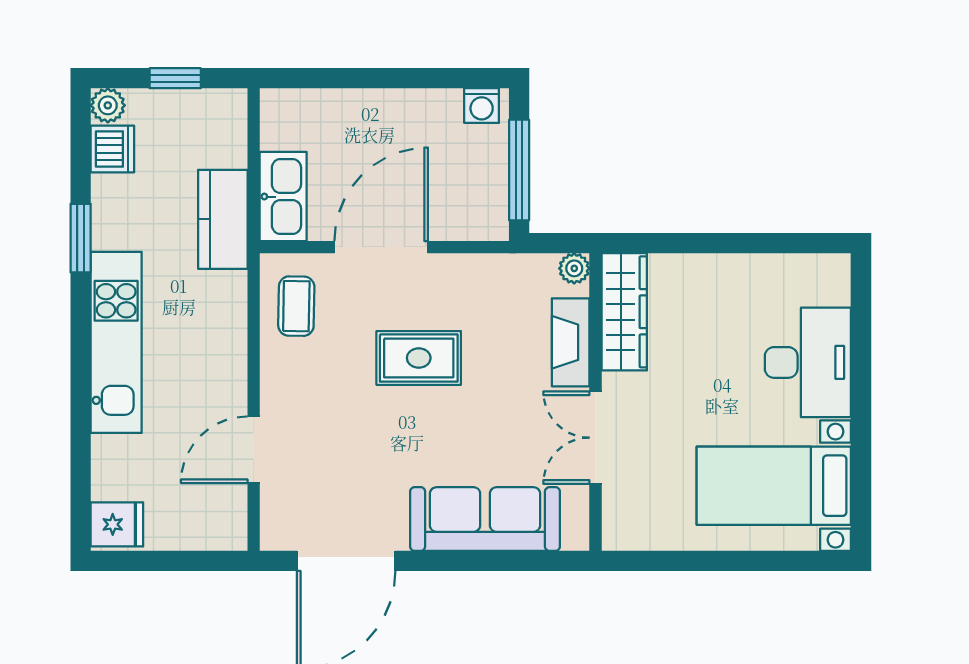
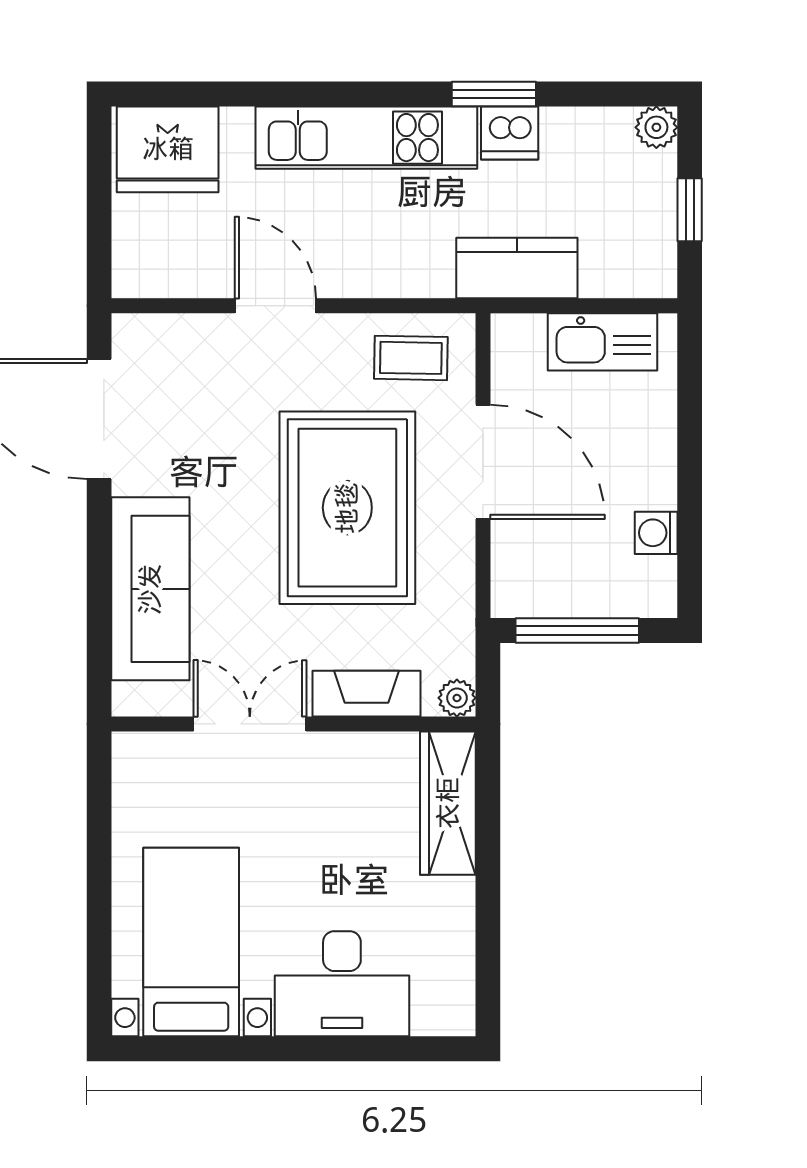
washing machine: (482, 106) -> (656, 533), moved
dishwasher: (112, 149) -> (510, 133), moved
kitchen sink: (283, 197) -> (602, 342), moved
wardrobe: (624, 312) -> (448, 803), moved, turned 90
rug: (419, 358) -> (347, 508), width x1.86, depth x2.06
door: (254, 450) -> (275, 306), moved
fridge: (117, 524) -> (168, 149), width x1.88, depth x1.34

